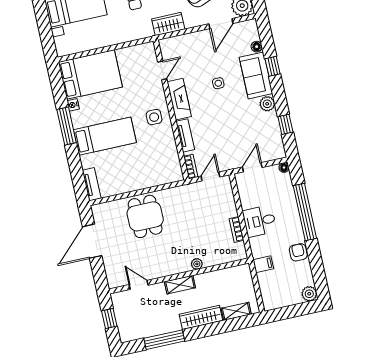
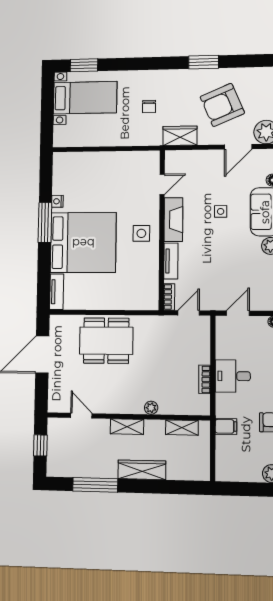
bed: (90, 74) -> (83, 173), removed
bed: (105, 136) -> (83, 243), width x2.04
dining table: (145, 216) -> (106, 341), width x1.38
shelving: (236, 311) -> (182, 427), moved

